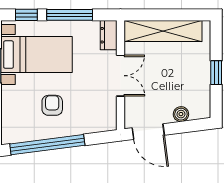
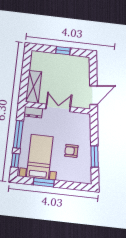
shelving: (163, 31) -> (34, 87), width x0.68
boiler: (181, 114) -> (85, 74), removed
window: (47, 145) -> (95, 156), width x0.47

